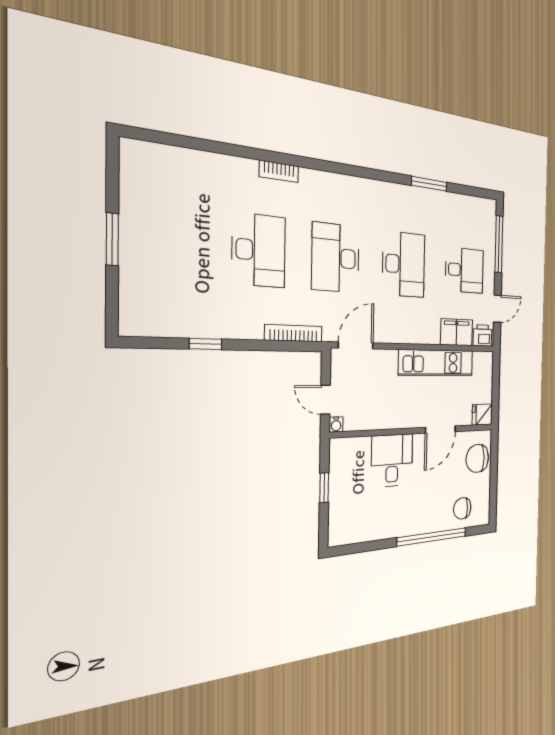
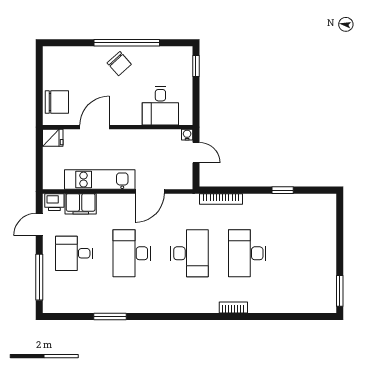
window: (112, 239) -> (340, 291), moved
door: (356, 346) -> (150, 191), moved
desk: (392, 460) -> (160, 106), moved
window: (324, 488) -> (196, 66), moved
chair: (462, 508) -> (119, 64), moved, turned 48
window: (432, 537) -> (127, 43), moved

